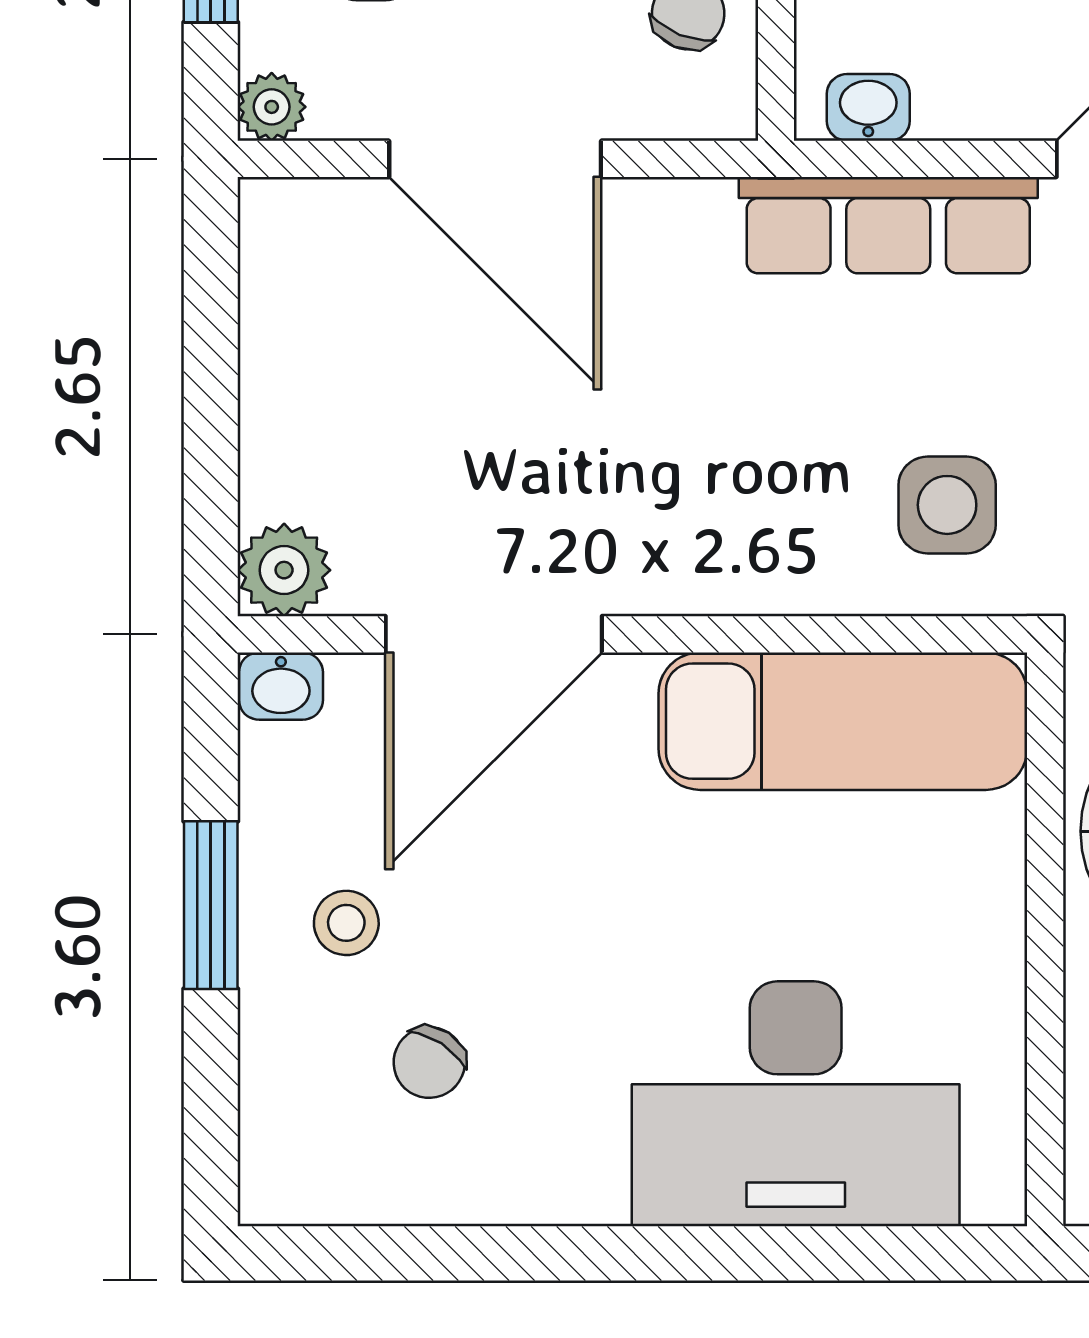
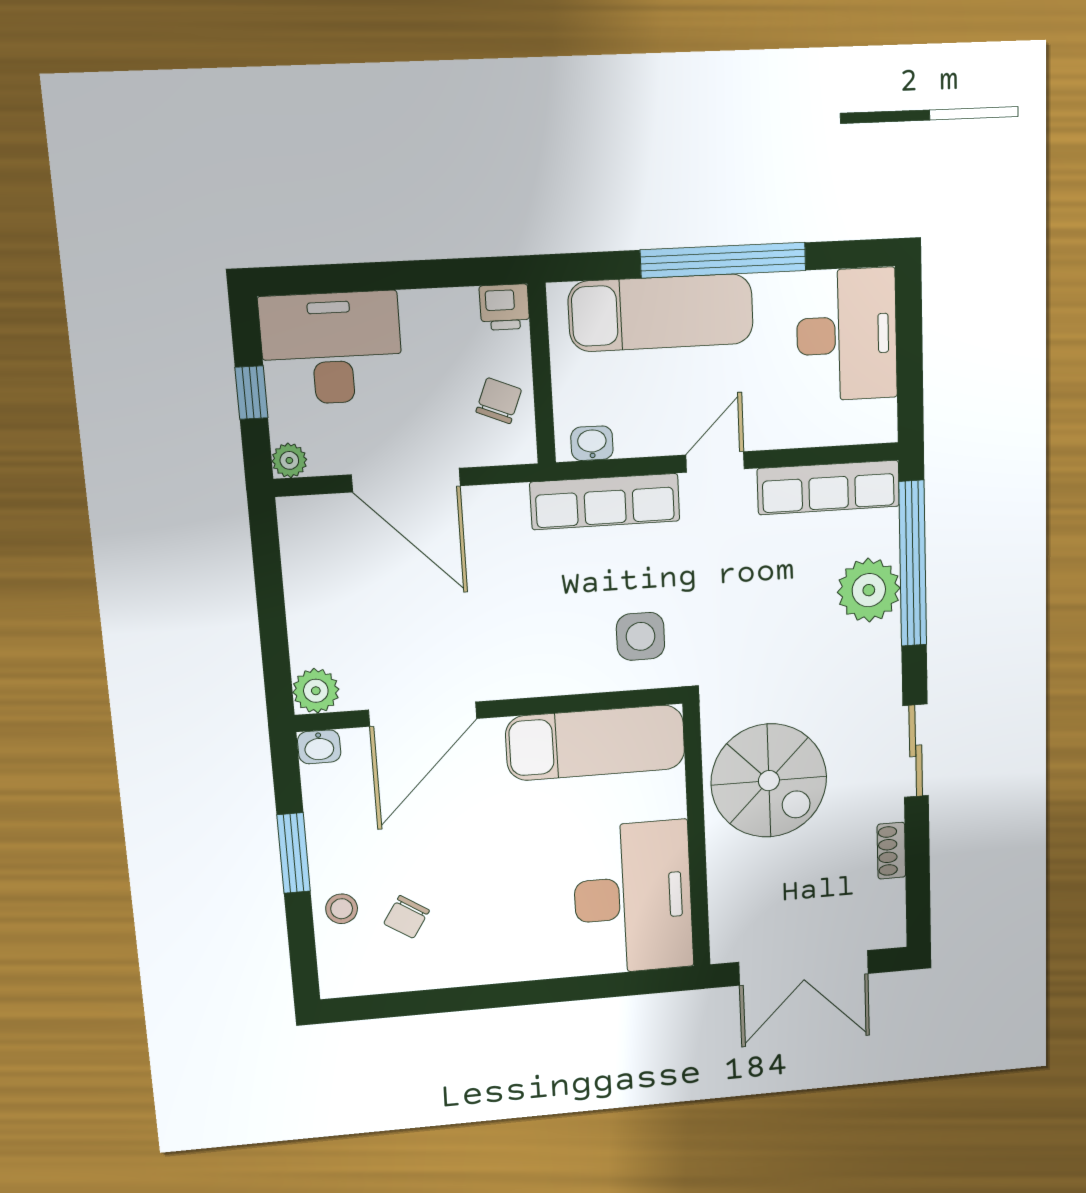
stool: (346, 923) -> (342, 909), moved
desk: (796, 1104) -> (633, 898), moved, turned -90

